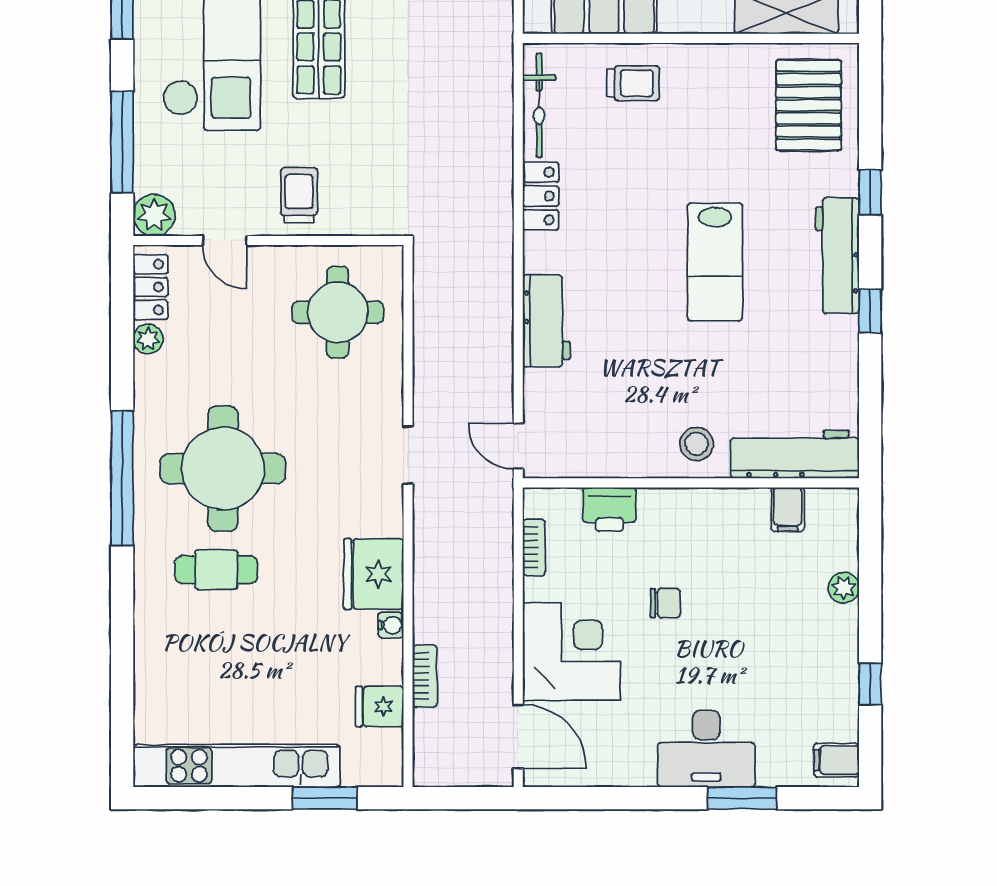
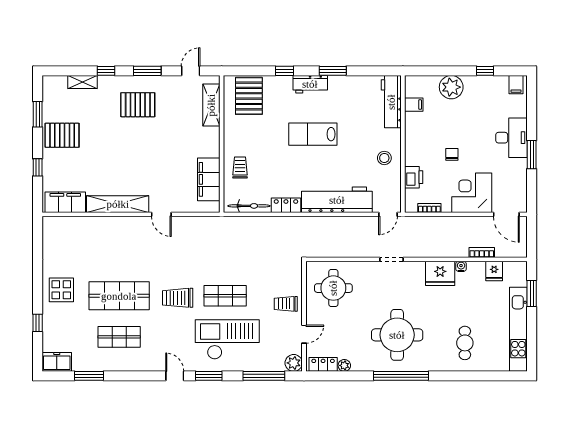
pallet: (809, 105) -> (249, 96), turned 90
workbench: (837, 256) -> (310, 84), width x0.73
lab bench: (715, 262) -> (313, 134), turned 180
window: (870, 311) -> (333, 71), width x1.50
workbench: (546, 321) -> (337, 200), width x1.88, depth x1.32
stool: (696, 444) -> (384, 158), moved
cafe table: (216, 570) -> (465, 343), moved
plant: (844, 588) -> (451, 87), width x1.88, depth x1.88
door: (518, 737) -> (506, 214), swing flipped
window: (742, 798) -> (532, 155), moved

